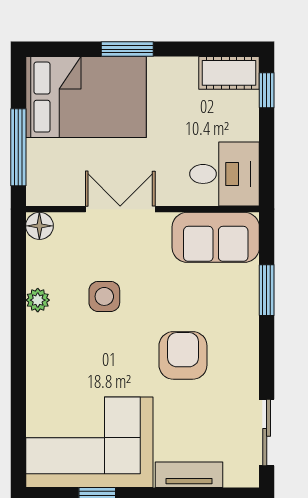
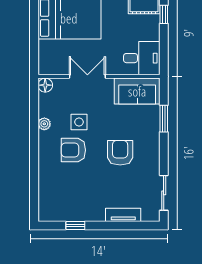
window: (18, 147) -> (34, 44), removed
armchair: (93, 350) -> (73, 150), added
corner sofa: (89, 442) -> (71, 198), removed

